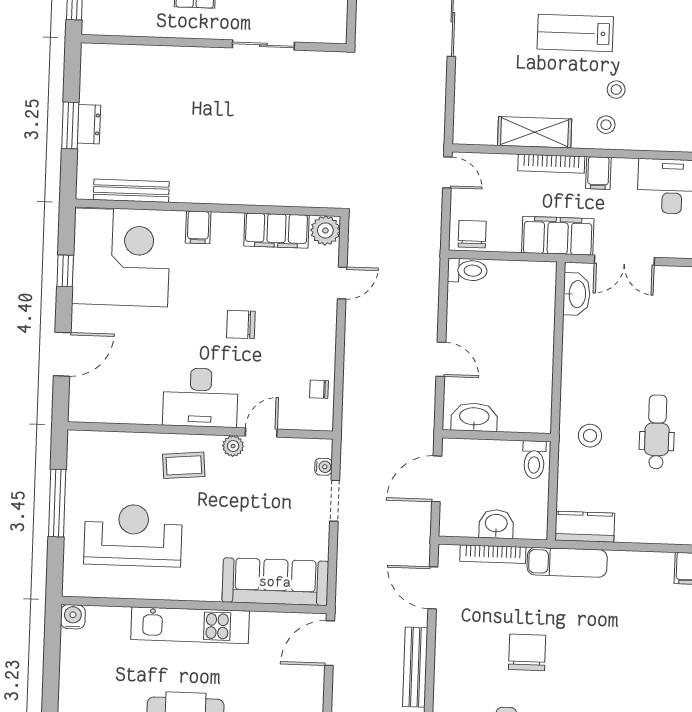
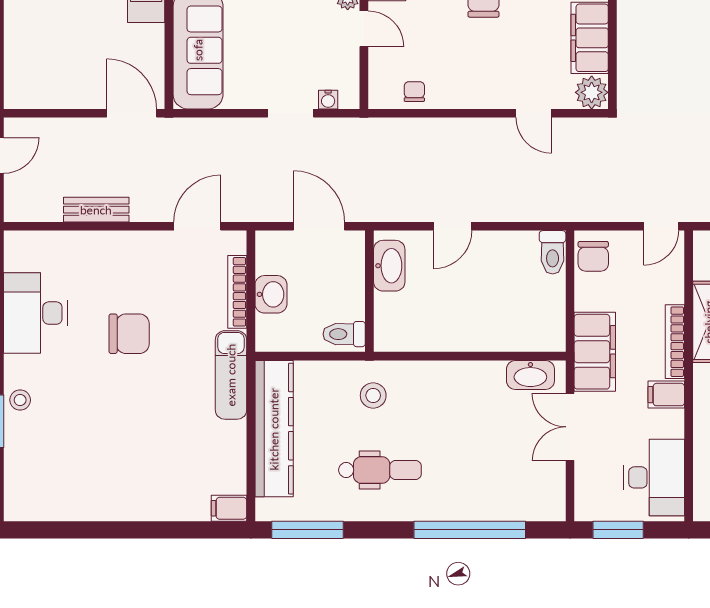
chair: (472, 234) -> (593, 256), turned 90
kitchen counter: (585, 527) -> (274, 429), width x2.08, depth x1.17
bench: (415, 667) -> (96, 210), width x0.73

